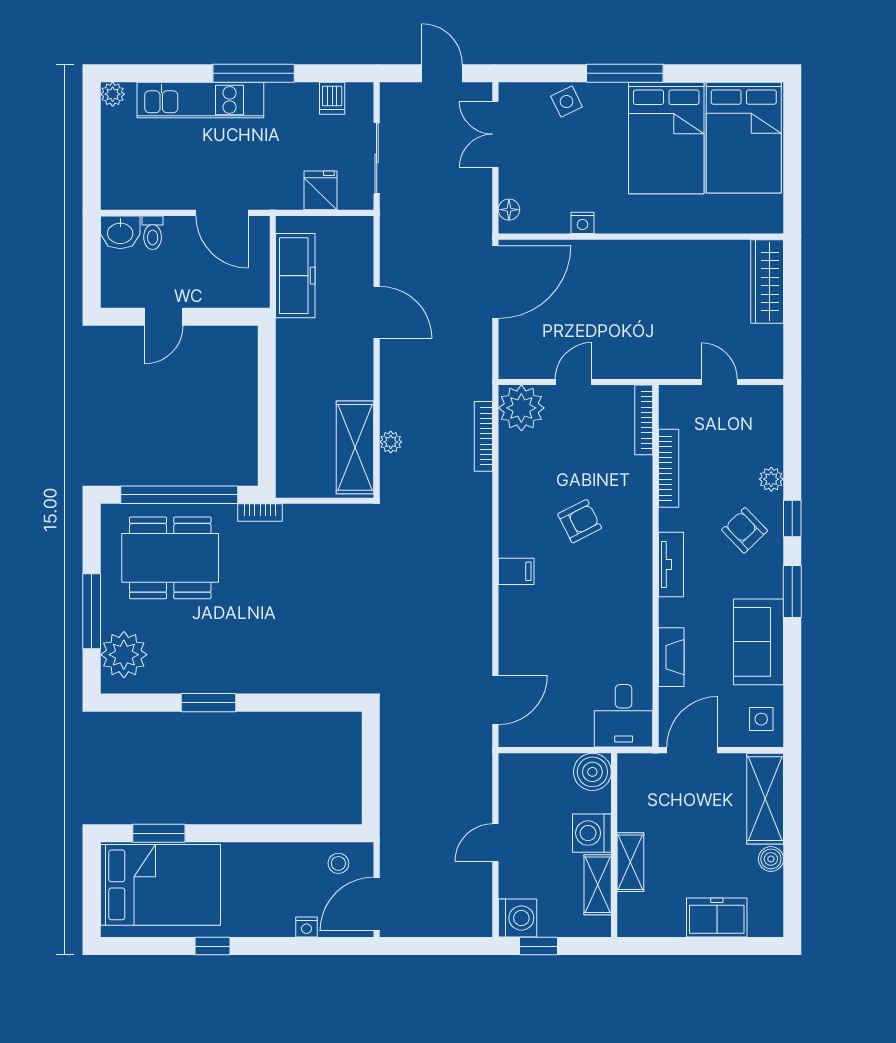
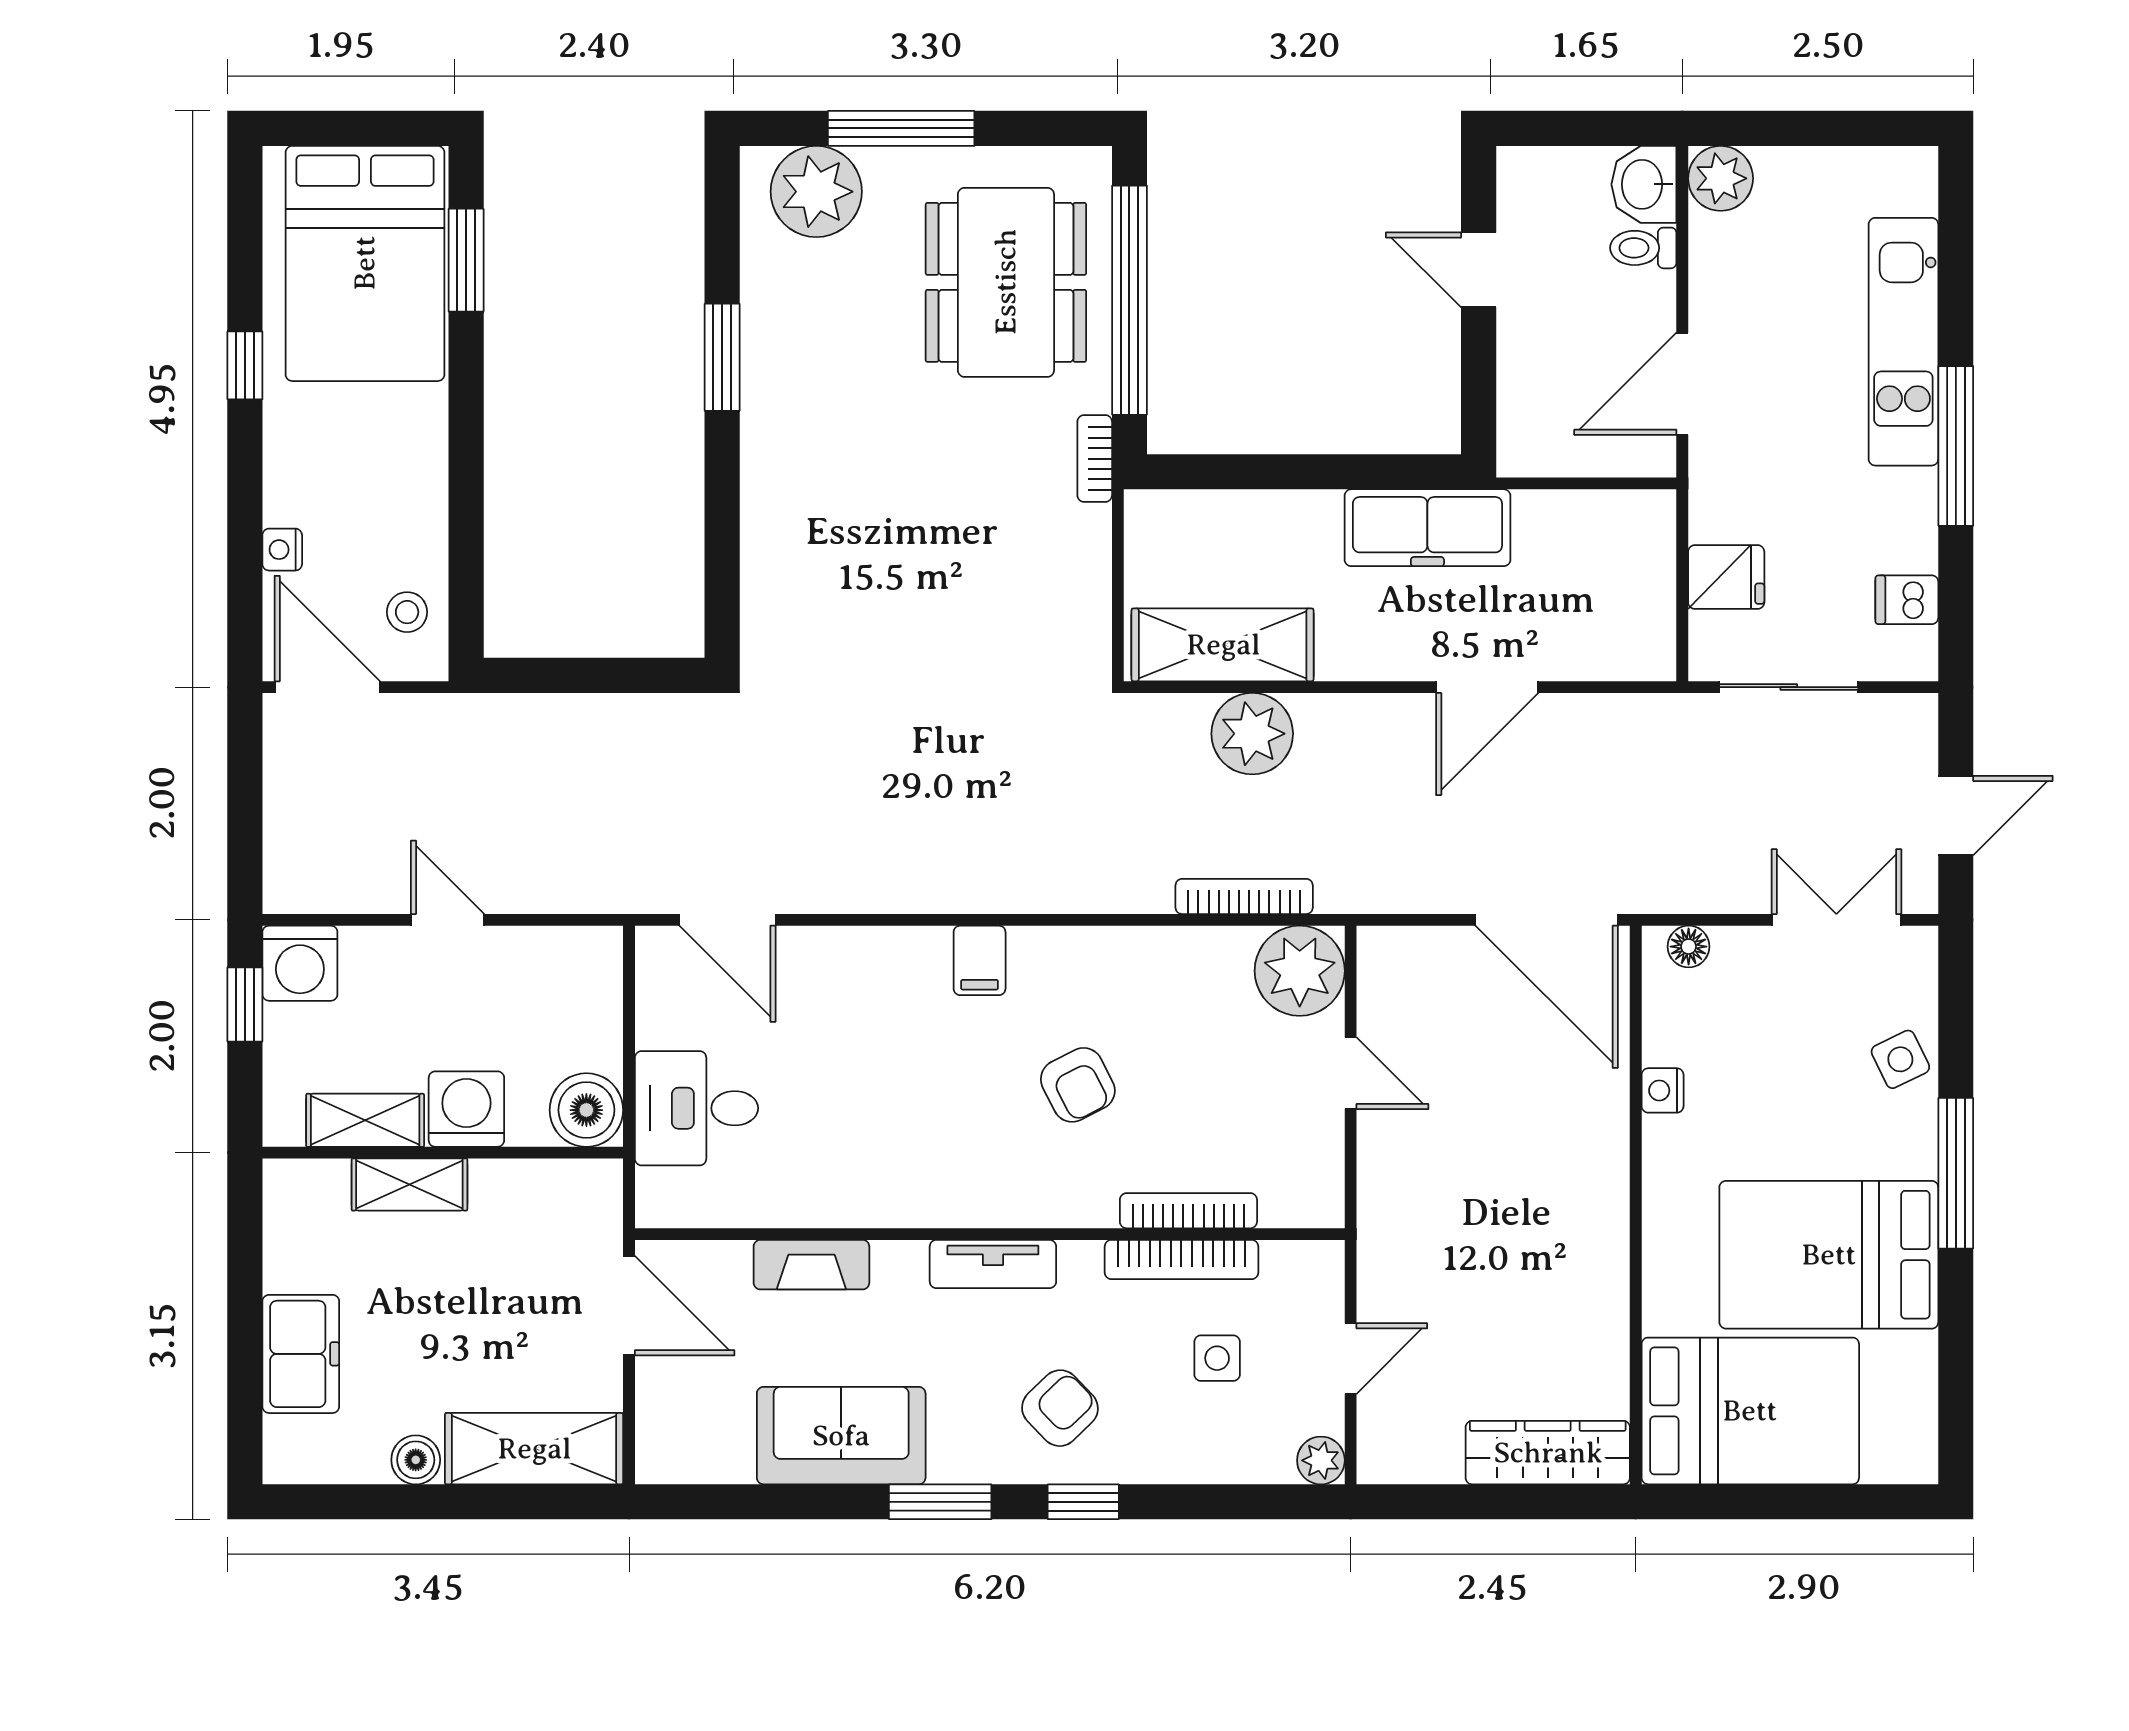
plant: (113, 94) -> (1721, 178), moved, width x1.38, depth x1.38
bed: (744, 138) -> (1750, 1411), moved, turned 180
freezer: (295, 276) -> (1427, 528), moved
bookcase: (644, 420) -> (1188, 1211), moved
plant: (391, 442) -> (1252, 734), width x1.88, depth x1.88
plant: (771, 479) -> (1321, 1460), moved
desk: (624, 716) -> (696, 1108), moved
side table: (761, 719) -> (1217, 1358), moved

